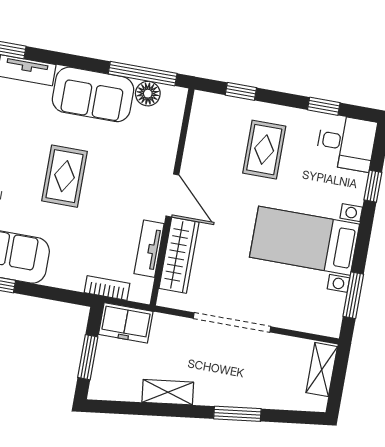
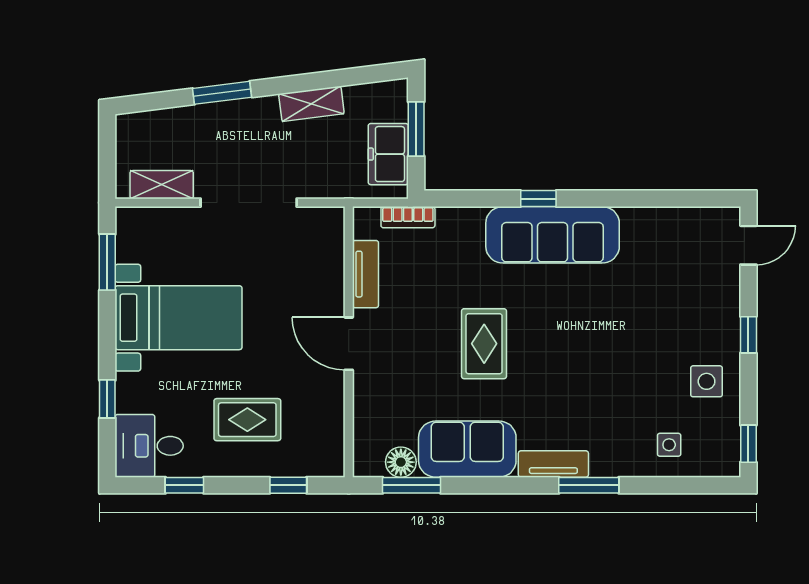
window: (143, 74) -> (412, 485), width x0.69
rug: (264, 150) -> (247, 420), turned 90
wardrobe: (179, 255) -> (328, 273), removed
freezer: (126, 323) -> (388, 154), moved, turned -90
shelving: (322, 370) -> (162, 185), moved, turned 90

